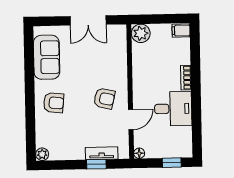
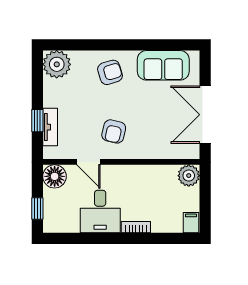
double door: (88, 20) -> (205, 115), width x1.37
armchair: (54, 103) -> (110, 72), turned -113
floor lamp: (139, 153) -> (55, 176), width x1.89, depth x1.89
plant: (42, 154) -> (57, 64), width x1.87, depth x1.87

